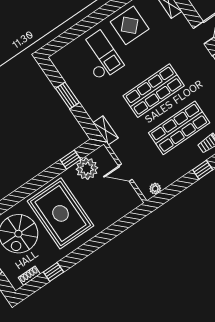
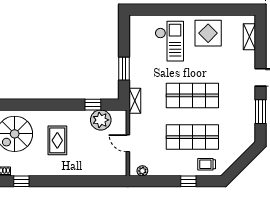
window: (67, 96) -> (124, 69), moved
rug: (61, 213) -> (57, 140), width x0.54, depth x0.49

